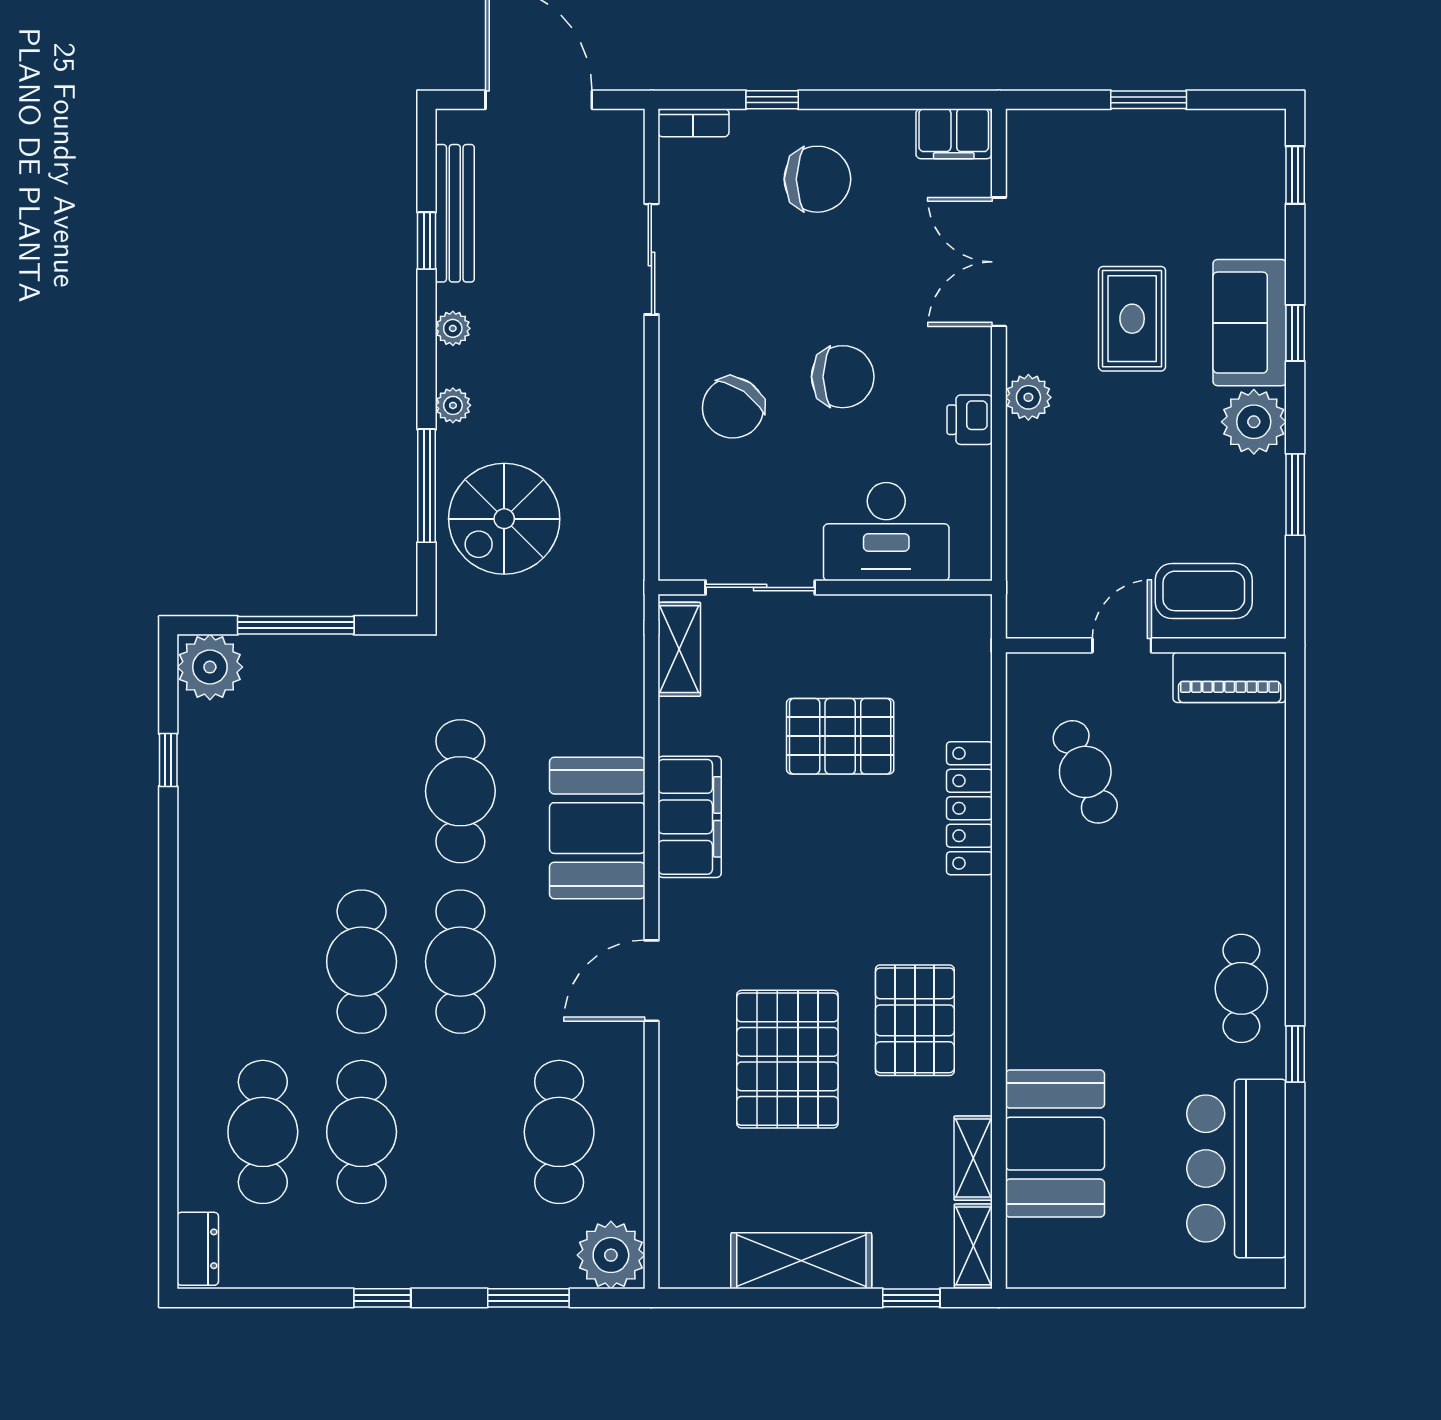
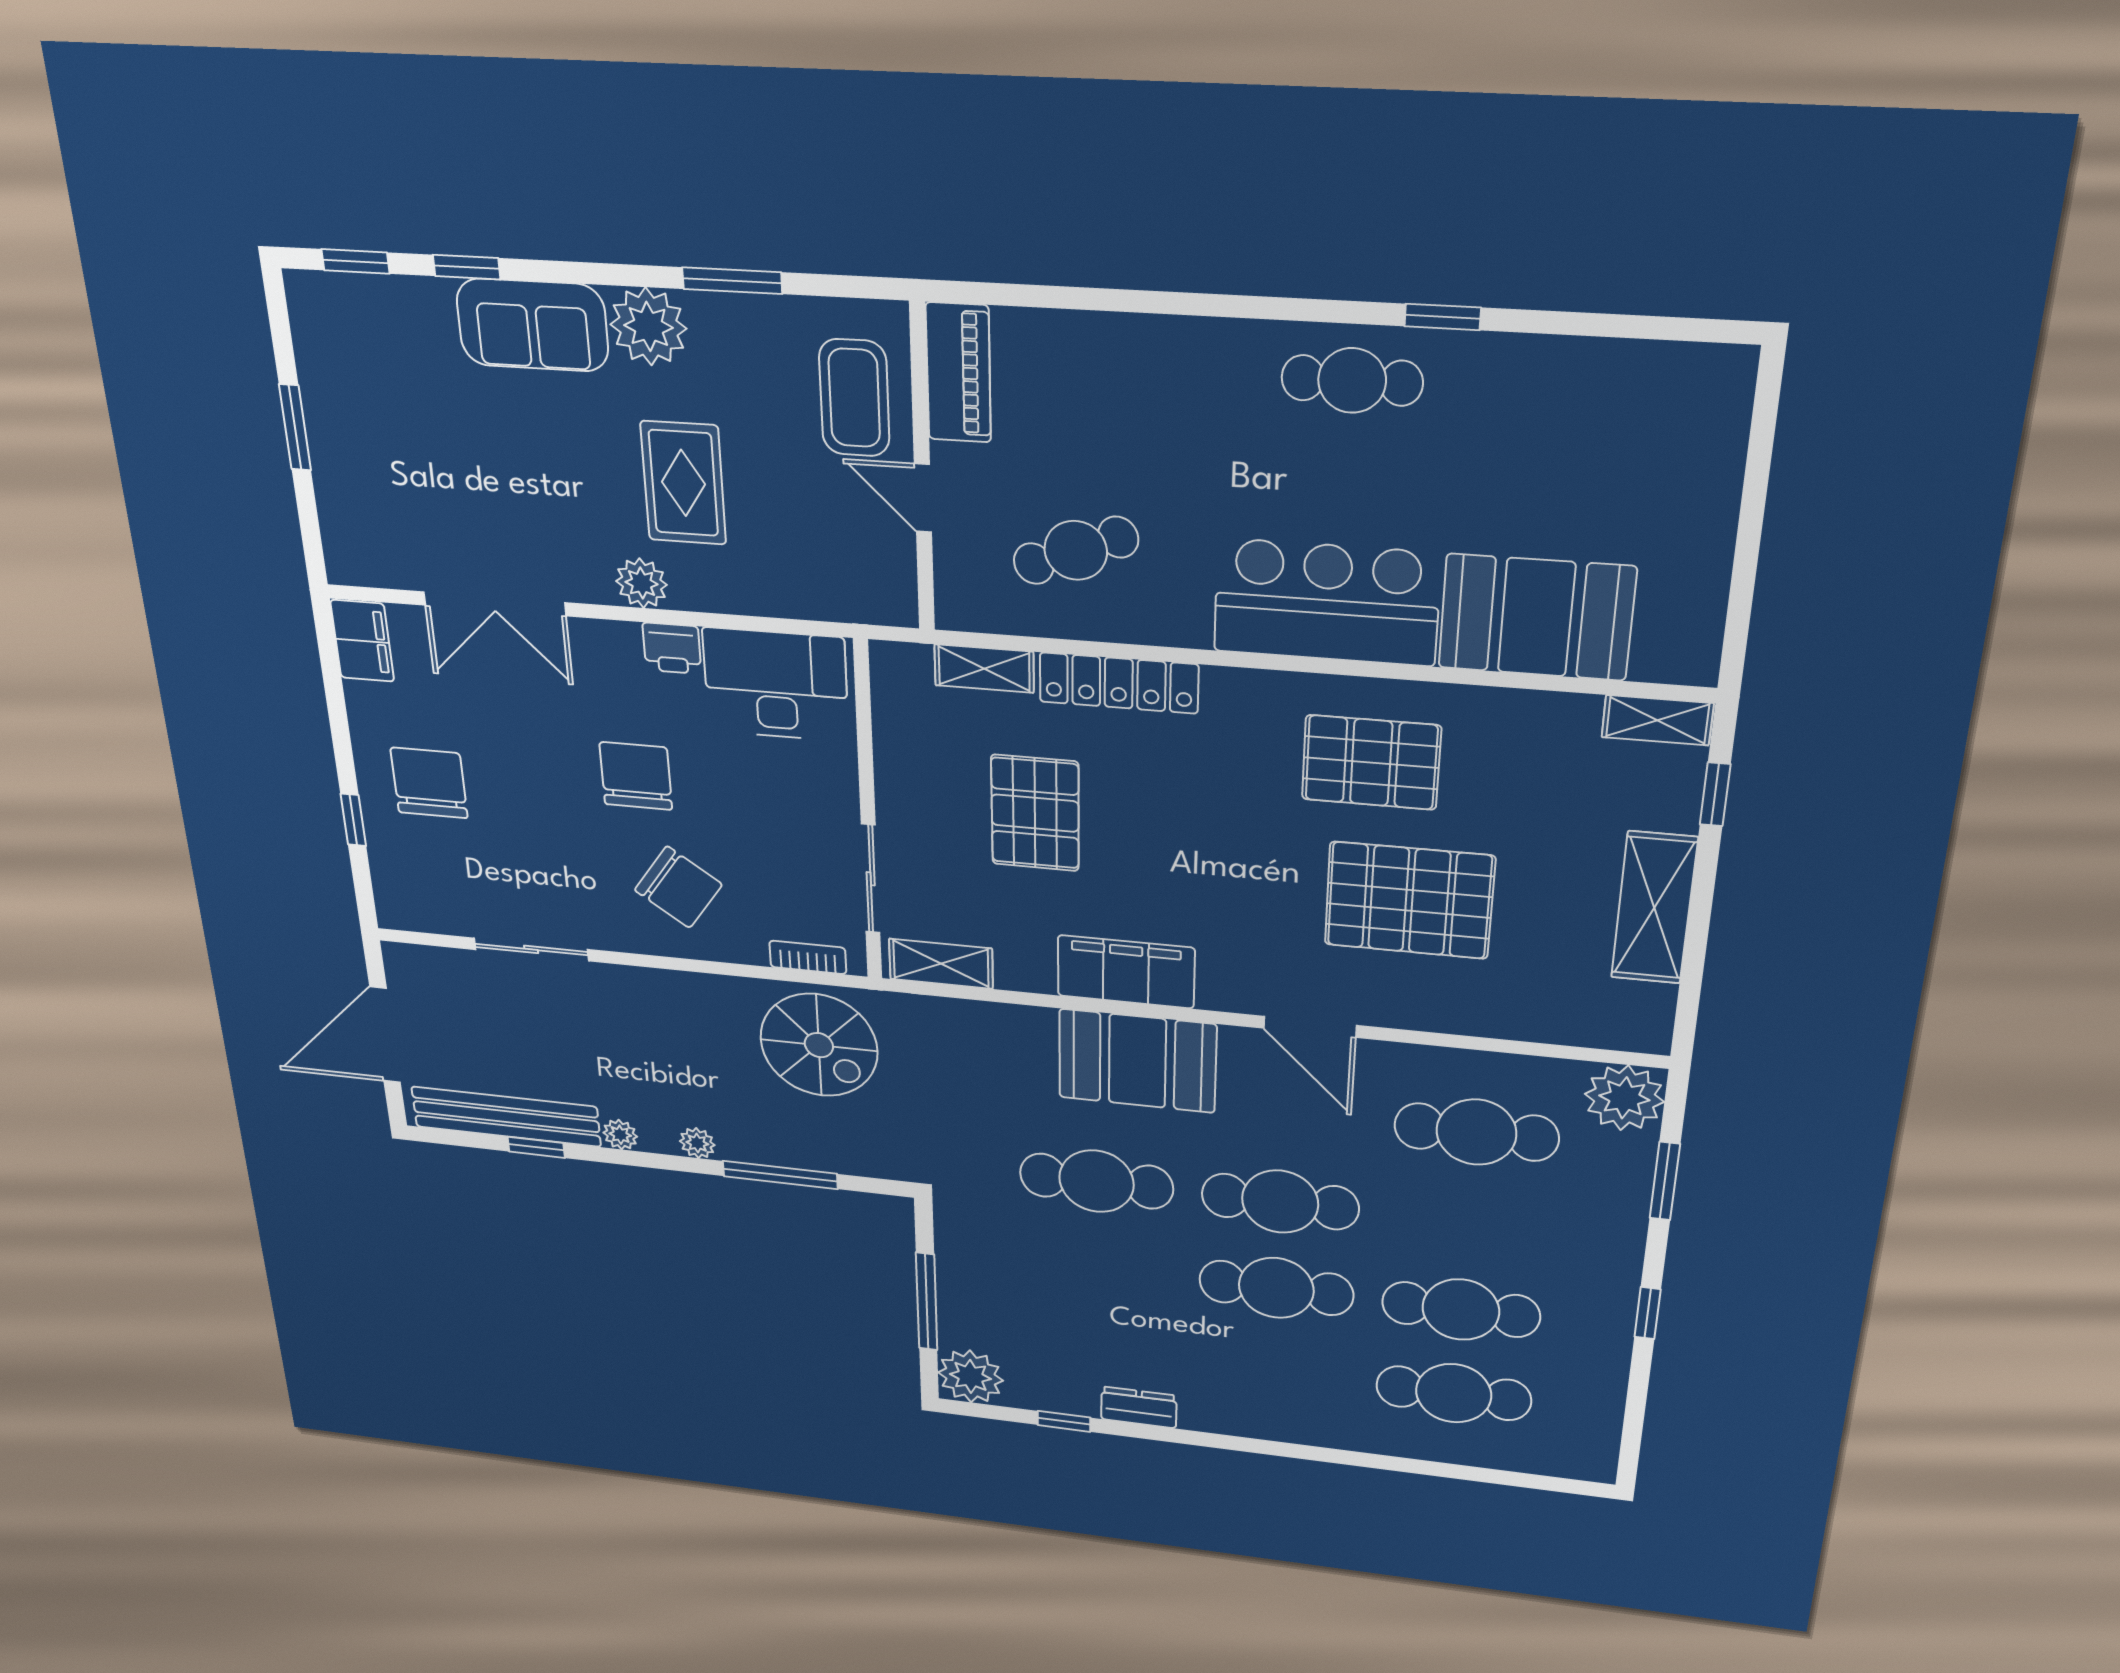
bookcase: (693, 123) -> (808, 957), moved, turned -90
bench: (455, 213) -> (506, 1117), width x1.37, depth x1.21
rug: (1132, 319) -> (683, 483), moved, turned 90
window: (1295, 333) -> (467, 267), moved
spiral stairs: (504, 519) -> (819, 1045), moved
desk: (886, 532) -> (776, 685), moved, turned -90
shelving: (973, 1158) -> (984, 669), moved
bar counter: (1237, 1168) -> (1326, 602), moved, turned 180
dresser: (198, 1249) -> (1139, 1407), moved

